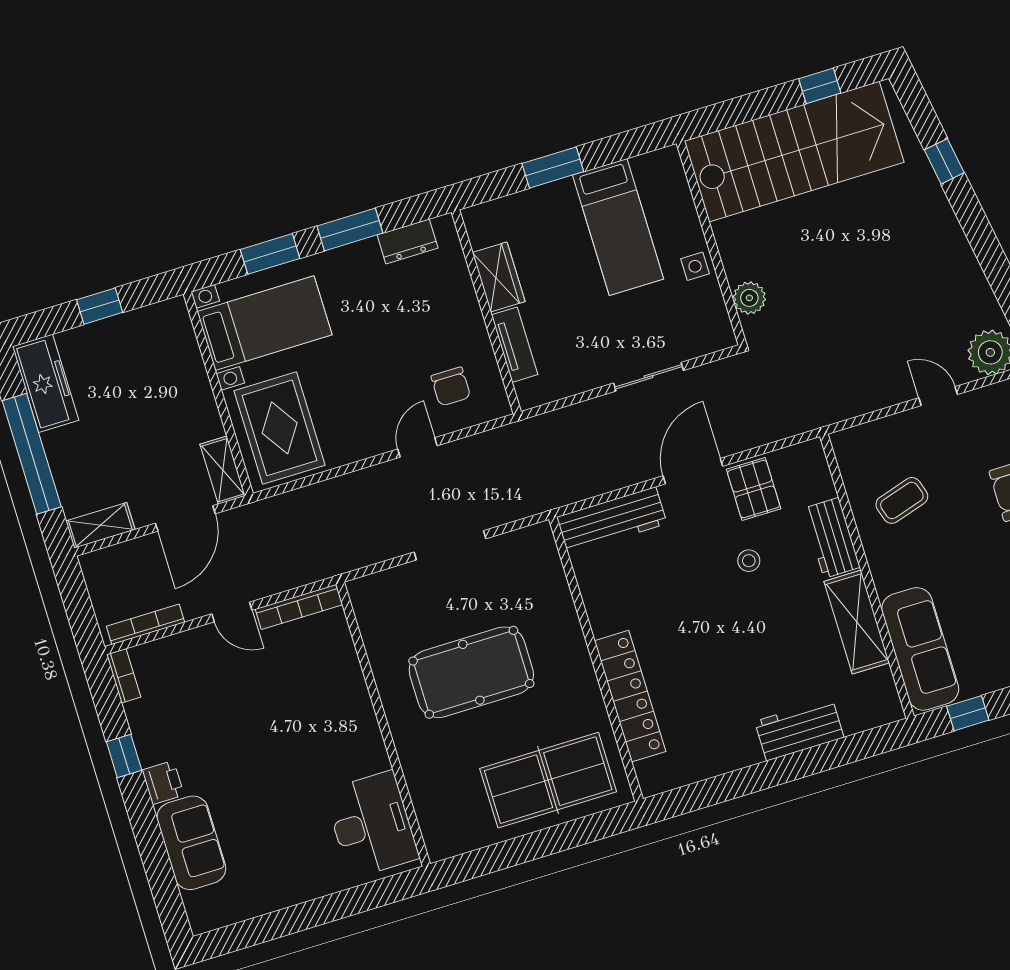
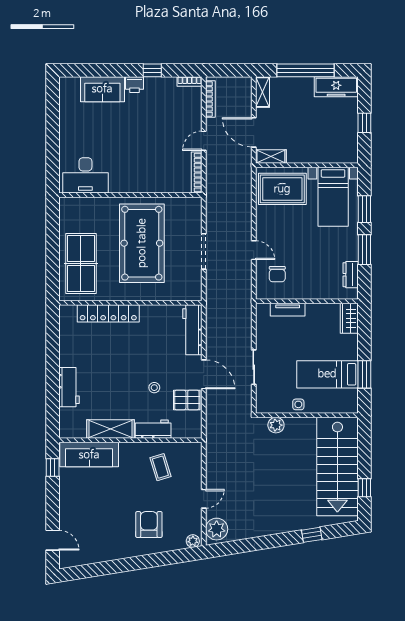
window: (553, 167) -> (364, 374), moved
wardrobe: (499, 277) -> (349, 318), moved, turned 90
chair: (451, 387) -> (277, 274), turned -90
pool table: (471, 672) -> (142, 243), width x1.36, depth x1.32

